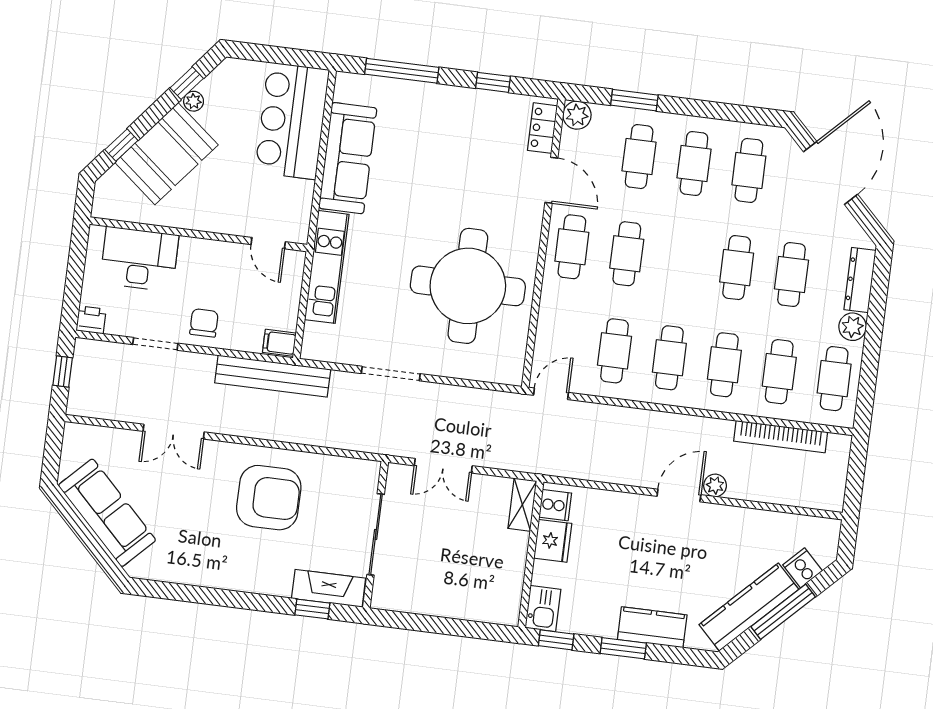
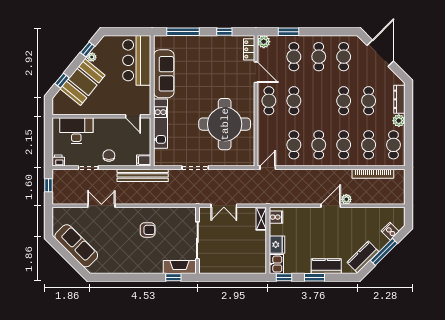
double door: (174, 432) -> (101, 206), swing flipped
armchair: (269, 498) -> (148, 230), width x0.53, depth x0.53
fridge: (553, 541) -> (277, 245), moved
kitchen counter: (749, 607) -> (363, 257), width x0.67

